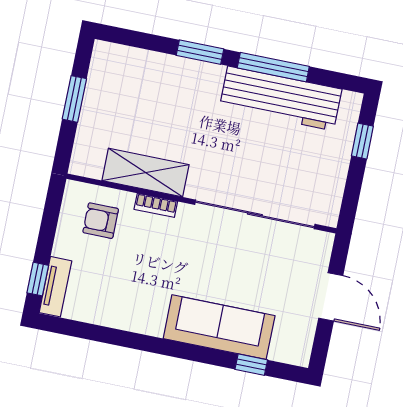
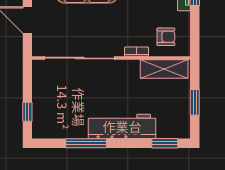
window: (200, 52) -> (165, 143), moved
workbench: (281, 98) -> (122, 126), moved
shelving: (145, 173) -> (164, 69), moved

